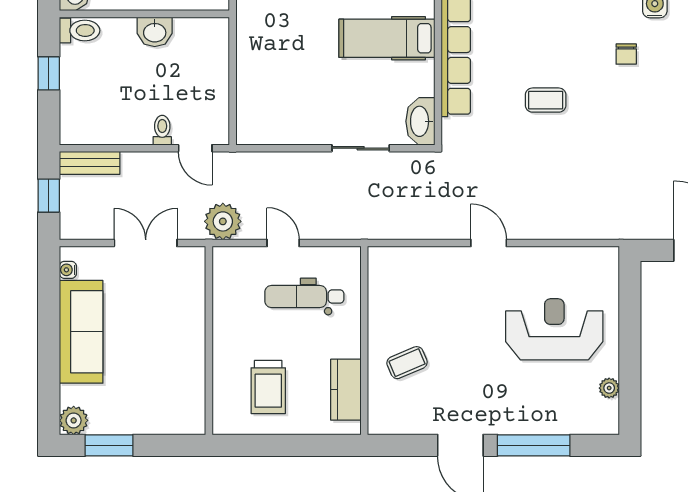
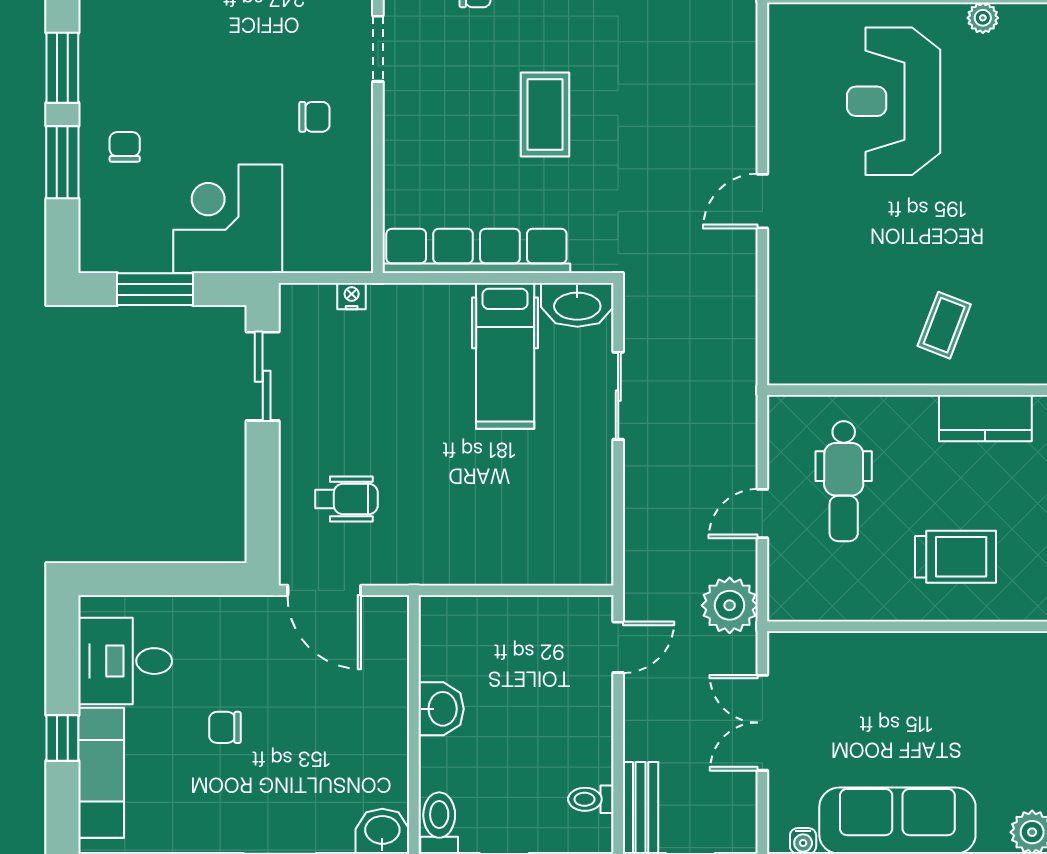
hospital bed: (387, 38) -> (505, 356), moved
coffee table: (546, 100) -> (545, 114), width x1.36, depth x1.30
toilet: (162, 130) -> (591, 799), moved
coffee table: (407, 363) -> (944, 325), turned 44
trolley: (268, 387) -> (955, 557), moved

